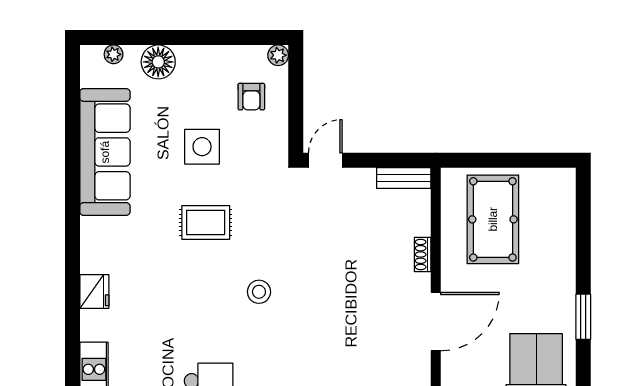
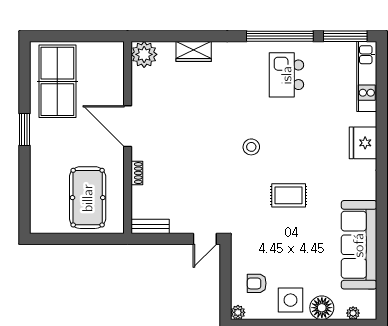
armchair: (251, 97) -> (257, 283), turned -90
side table: (202, 147) -> (291, 300), moved
fridge: (94, 291) -> (363, 143), width x1.36, depth x1.34
door: (436, 322) -> (128, 126), hinge flipped

